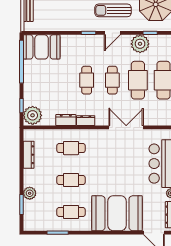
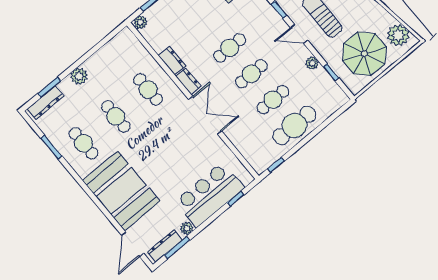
plant: (140, 44) -> (312, 63), width x0.53, depth x0.53
cafe table: (138, 80) -> (273, 100), width x0.73, depth x0.74
plant: (33, 115) -> (141, 22), width x0.53, depth x0.53
double door: (126, 127) -> (205, 115), moved
dresser: (29, 155) -> (46, 102), moved
plant: (30, 193) -> (79, 76), moved

